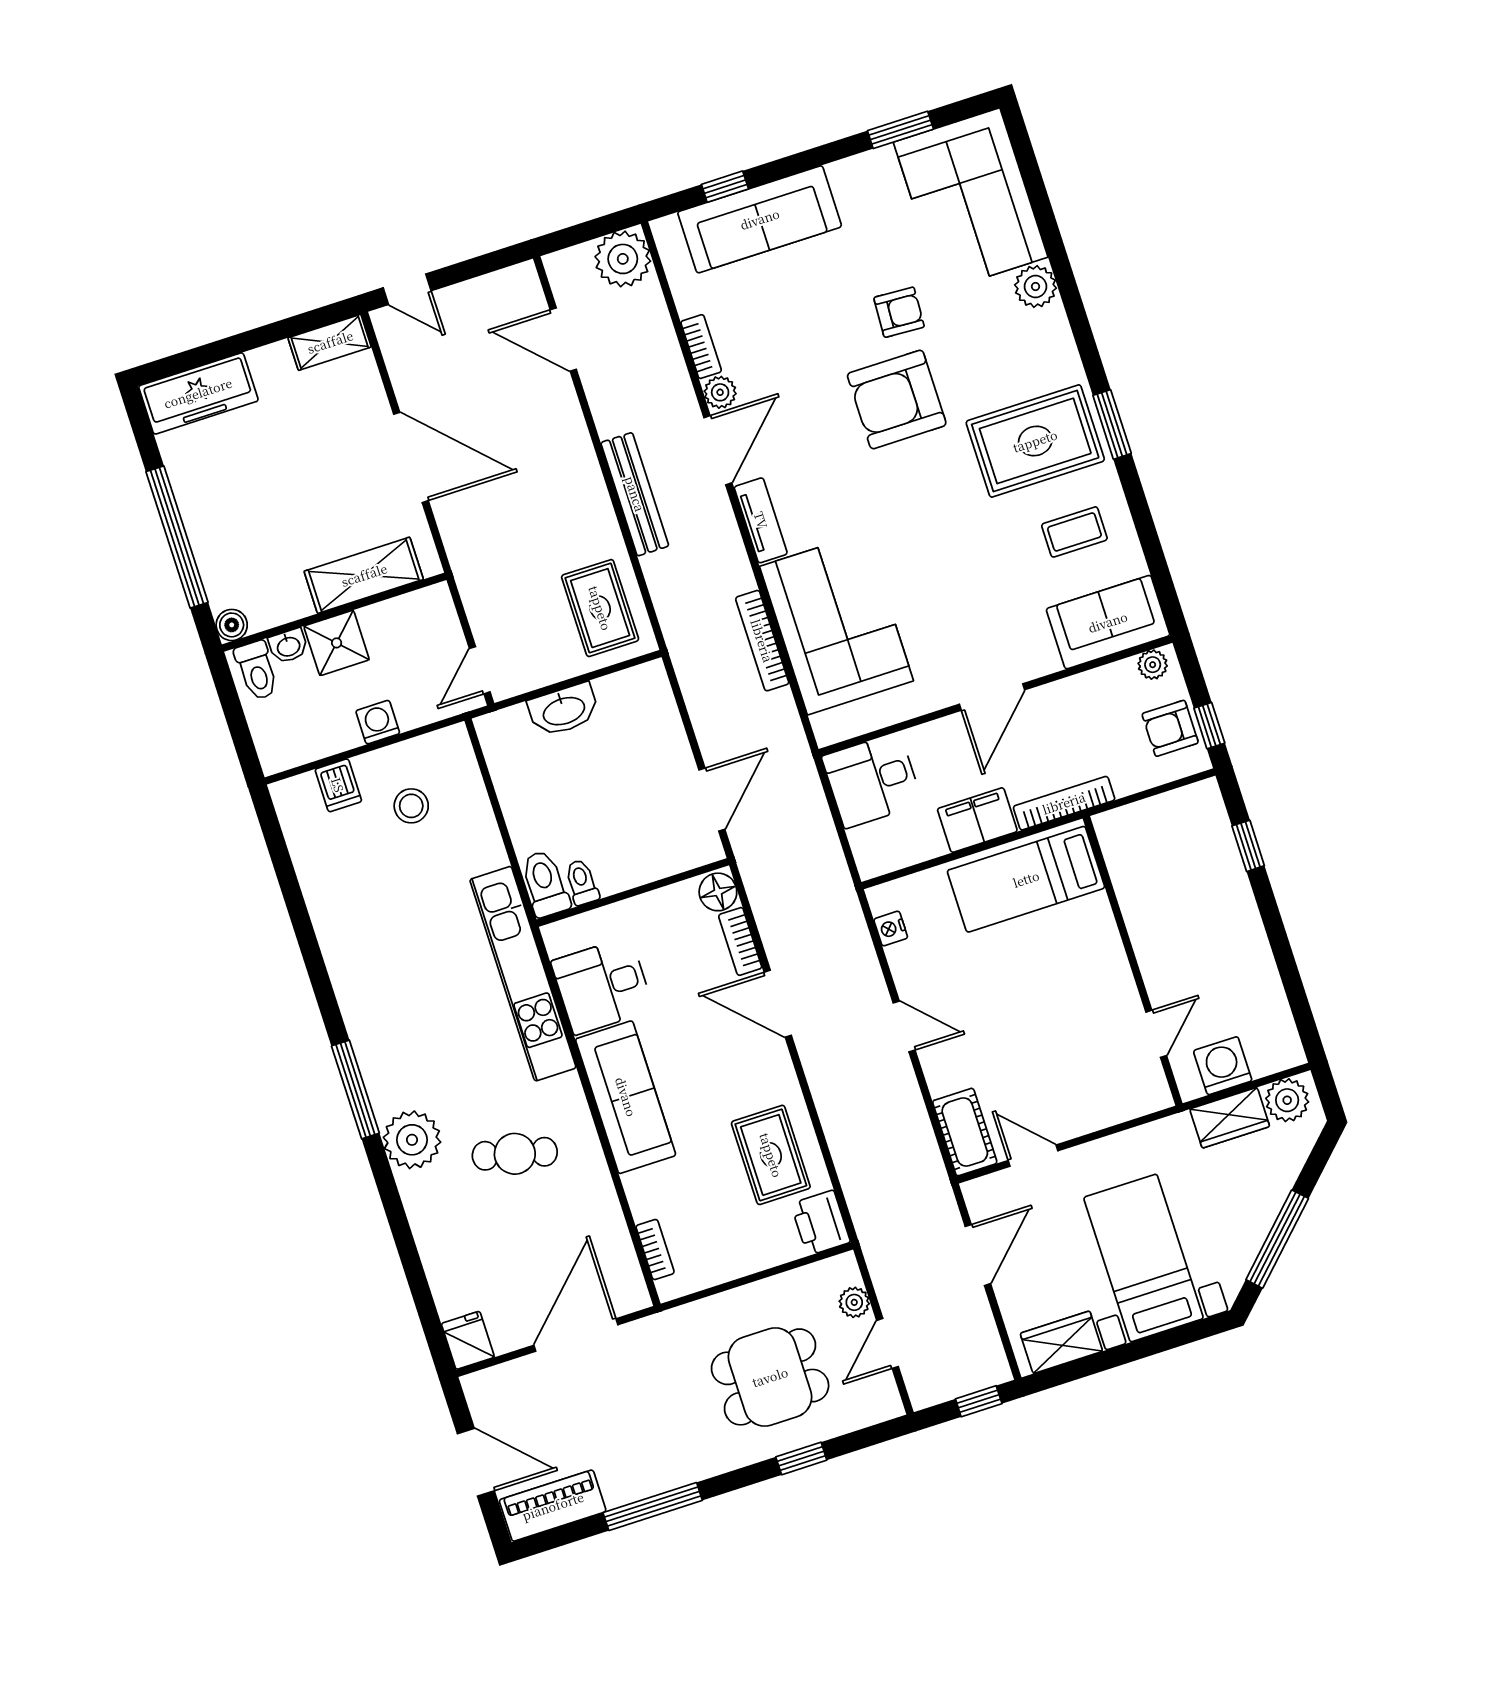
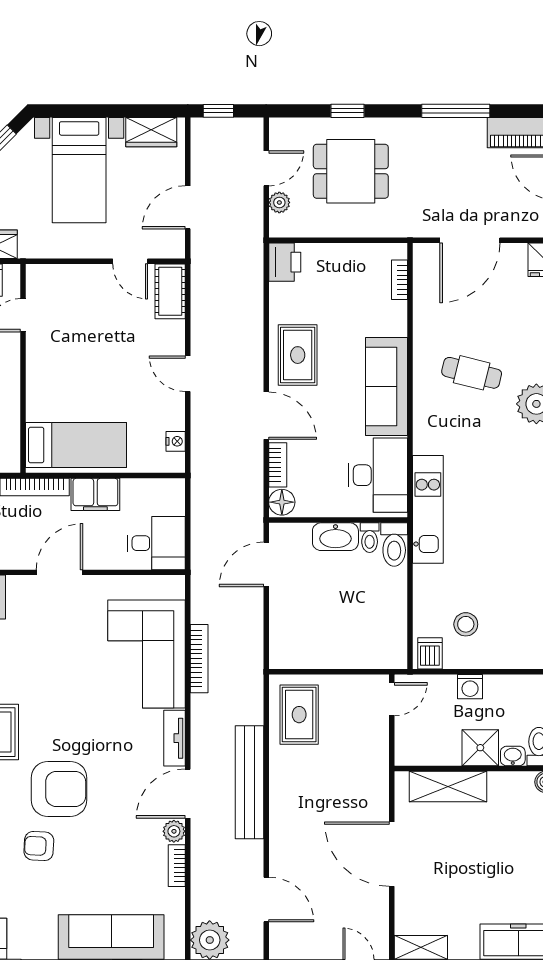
bench: (635, 494) -> (249, 782), width x1.37, depth x1.21
washbasin: (564, 710) -> (335, 537), moved, turned 180
dishwasher: (338, 785) -> (430, 653), moved
kitchen unit: (523, 974) -> (428, 509), width x0.73
desk: (602, 986) -> (378, 475), width x1.37
rug: (771, 1155) -> (298, 355), moved

